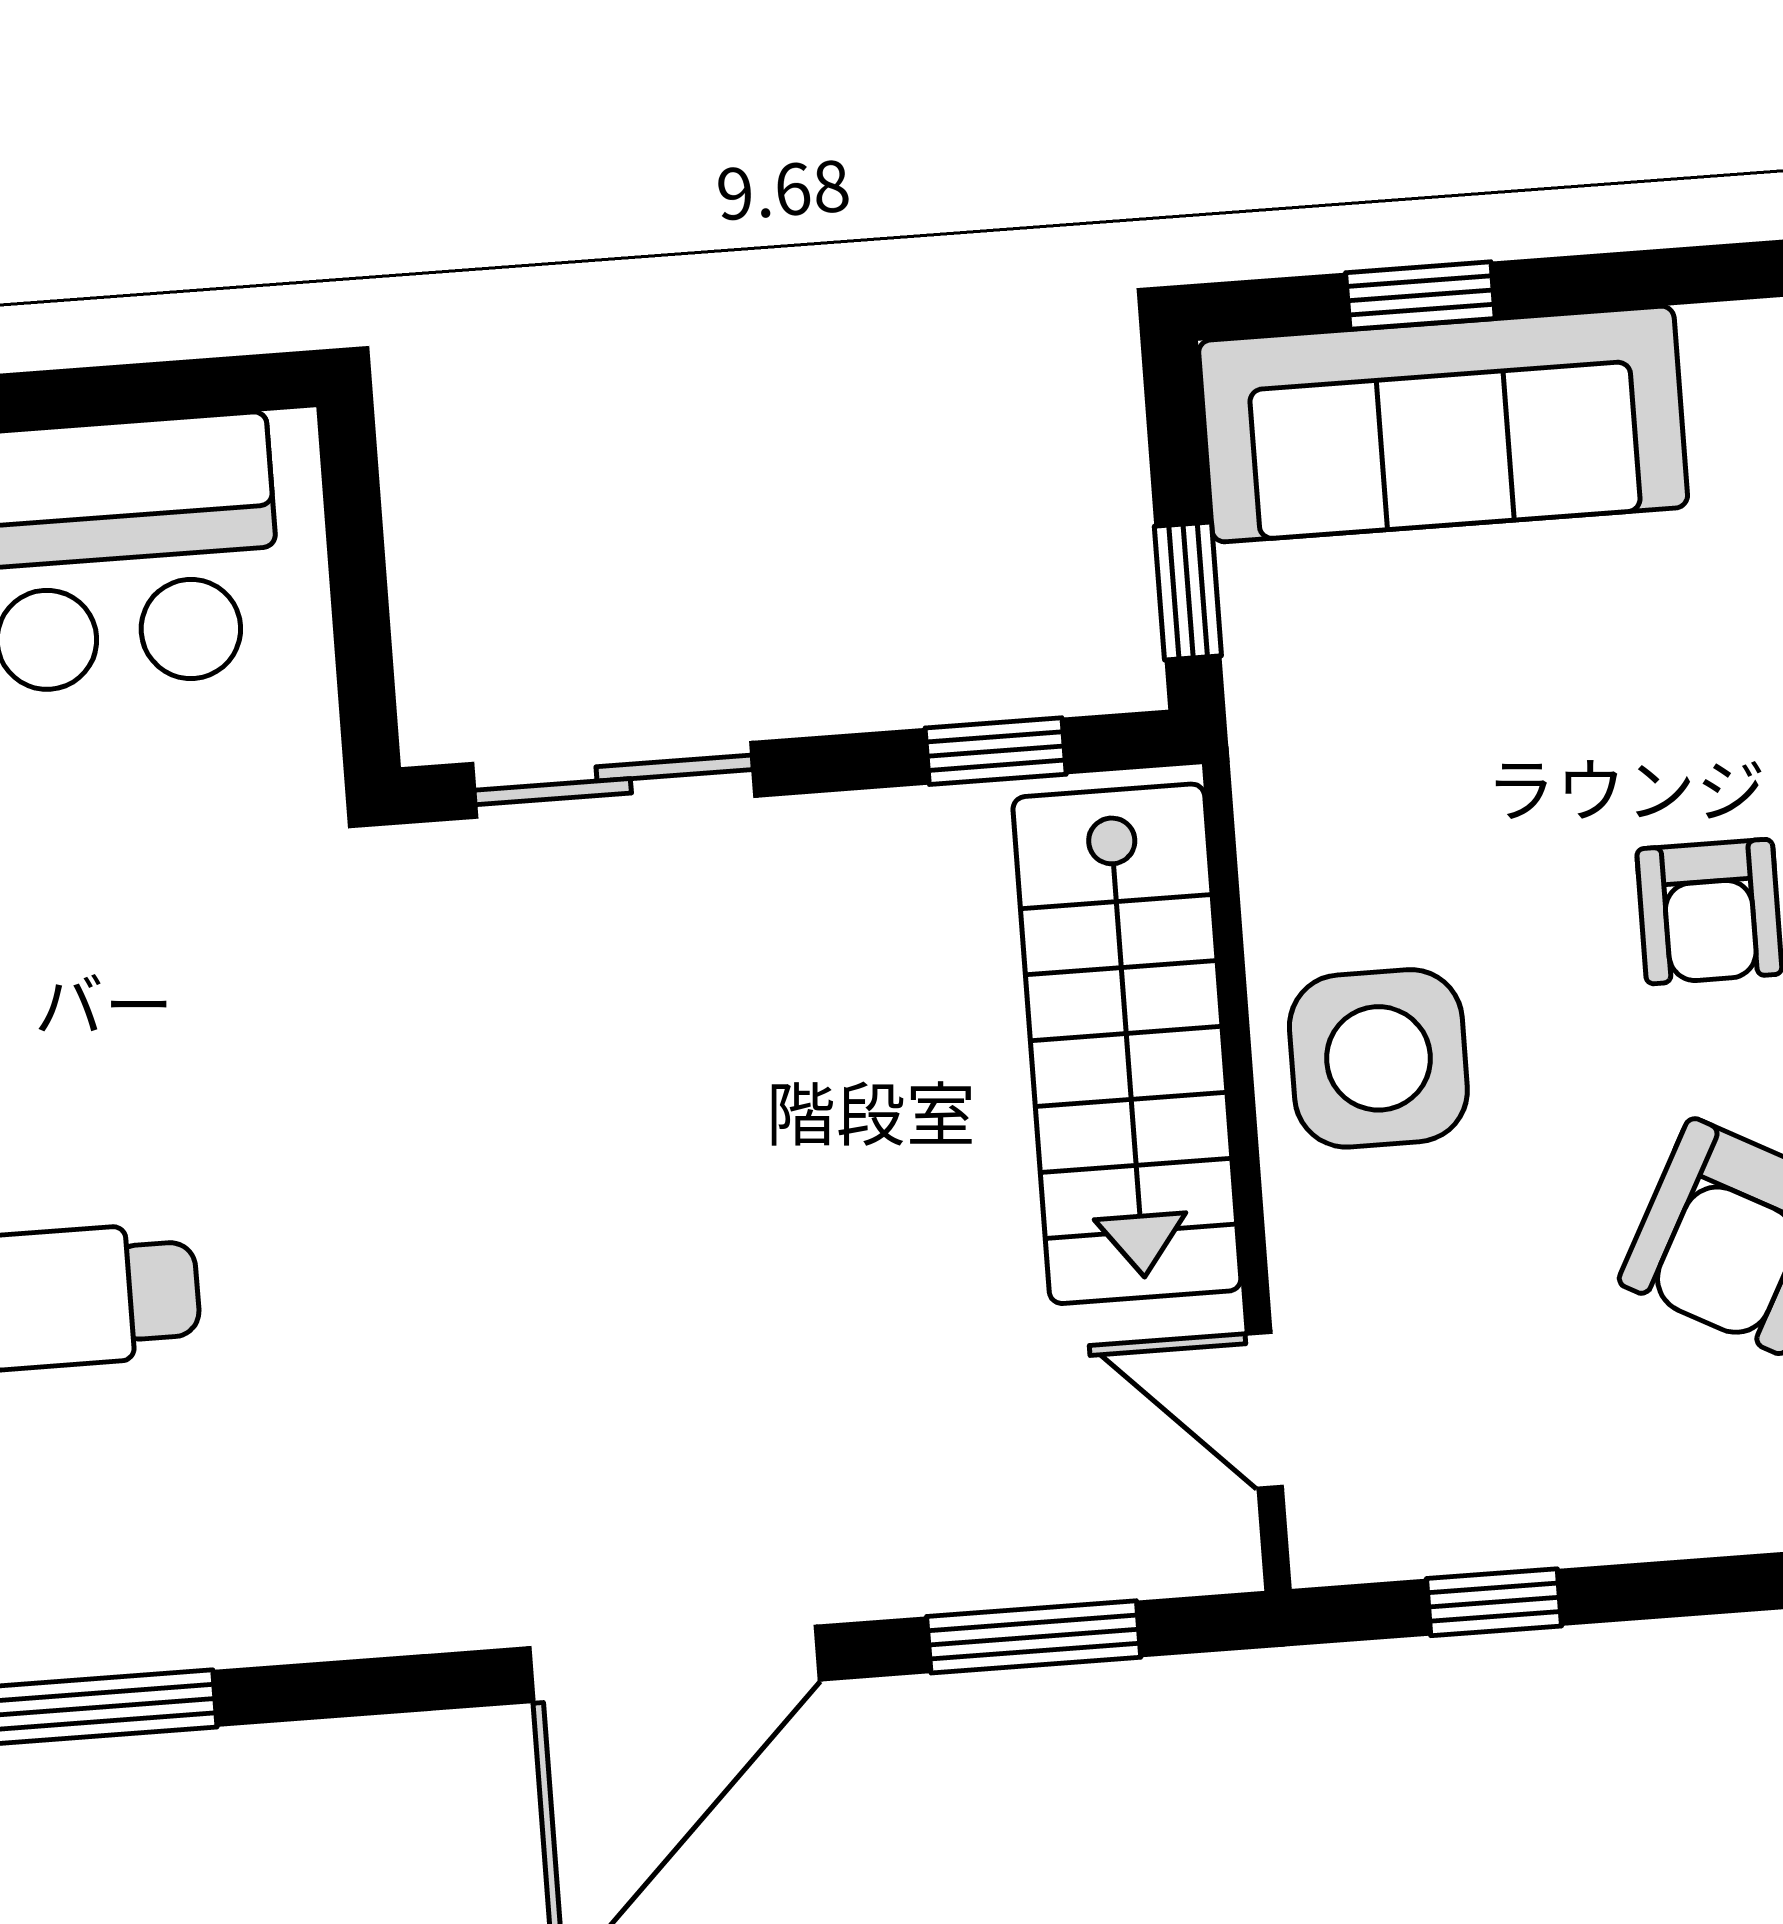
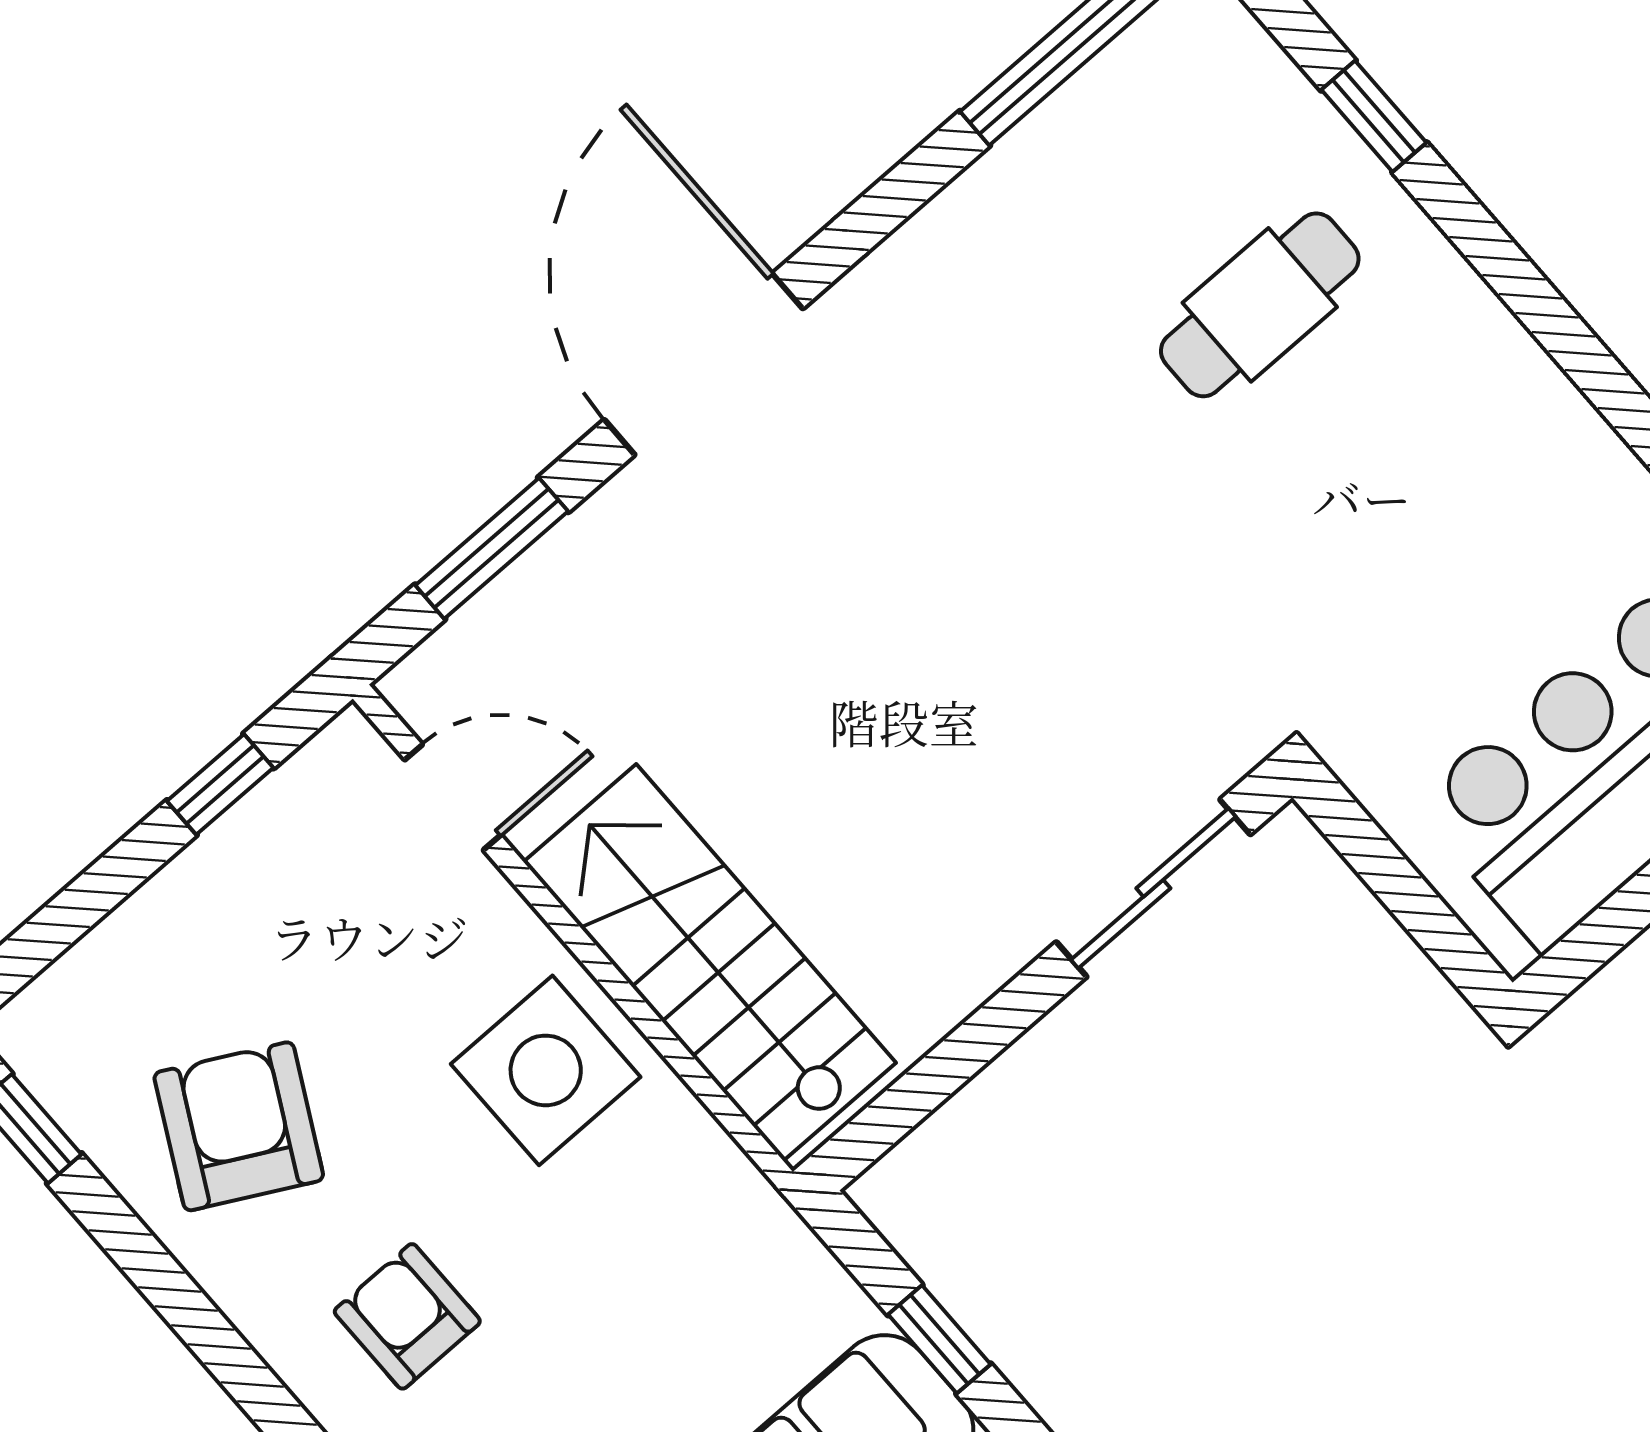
window: (1188, 591) -> (939, 1339), moved
window: (996, 751) -> (928, 1084), removed

